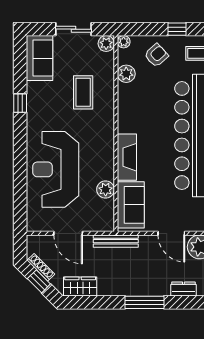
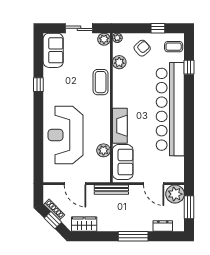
coffee table: (83, 92) -> (101, 82), moved

